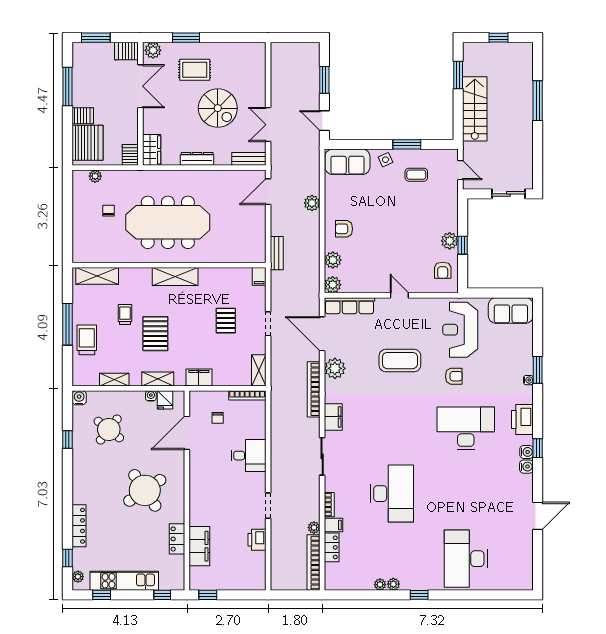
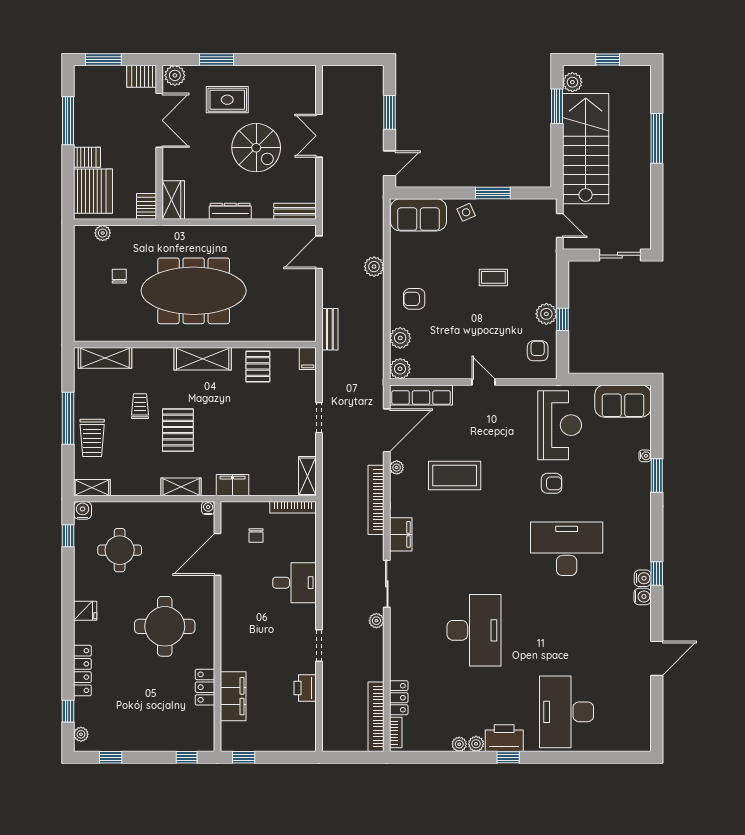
plant: (470, 56) -> (572, 82), added
stairs: (475, 109) -> (586, 149), width x1.36, depth x1.51
door: (324, 121) -> (390, 163), swing flipped
double door: (268, 125) -> (319, 136), moved
coffee table: (416, 175) -> (493, 277), moved
armchair: (443, 270) -> (538, 351), turned 180
pallet: (226, 321) -> (258, 366), moved
reception desk: (460, 330) -> (560, 425), turned 180
door: (322, 334) -> (387, 430), swing flipped
trolley: (87, 340) -> (92, 438), turned 180
coffee table: (400, 361) -> (455, 475), moved
plant: (335, 368) -> (397, 467), width x0.53, depth x0.53
shelving: (114, 380) -> (92, 488), moved
water cooler: (528, 380) -> (645, 456), moved
water cooler: (151, 396) -> (208, 508), moved
fridge: (165, 400) -> (85, 611), moved, turned -90
printer: (522, 419) -> (504, 738), moved, turned 90
round table: (109, 430) -> (120, 550), turned -38
window: (67, 439) -> (68, 536), moved
round table: (145, 490) -> (165, 626), turned 34
bookcase: (329, 505) -> (396, 733), moved
filing cabinet: (334, 525) -> (401, 670), removed
plant: (314, 528) -> (376, 621), moved
kitchen unit: (124, 581) -> (139, 740), removed

